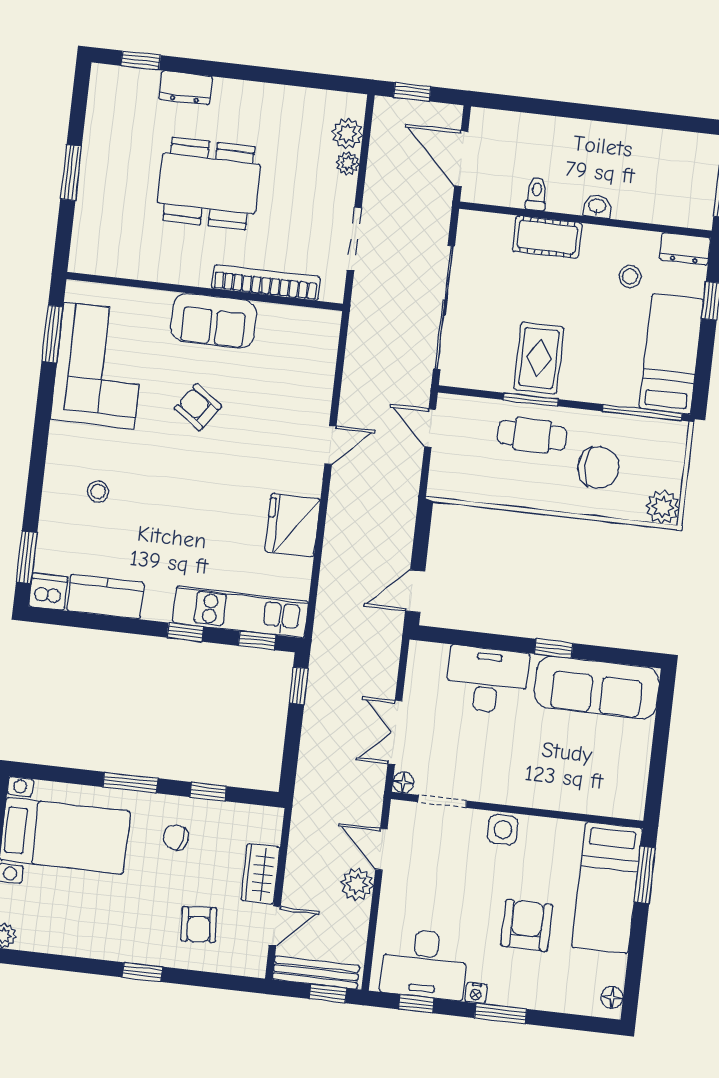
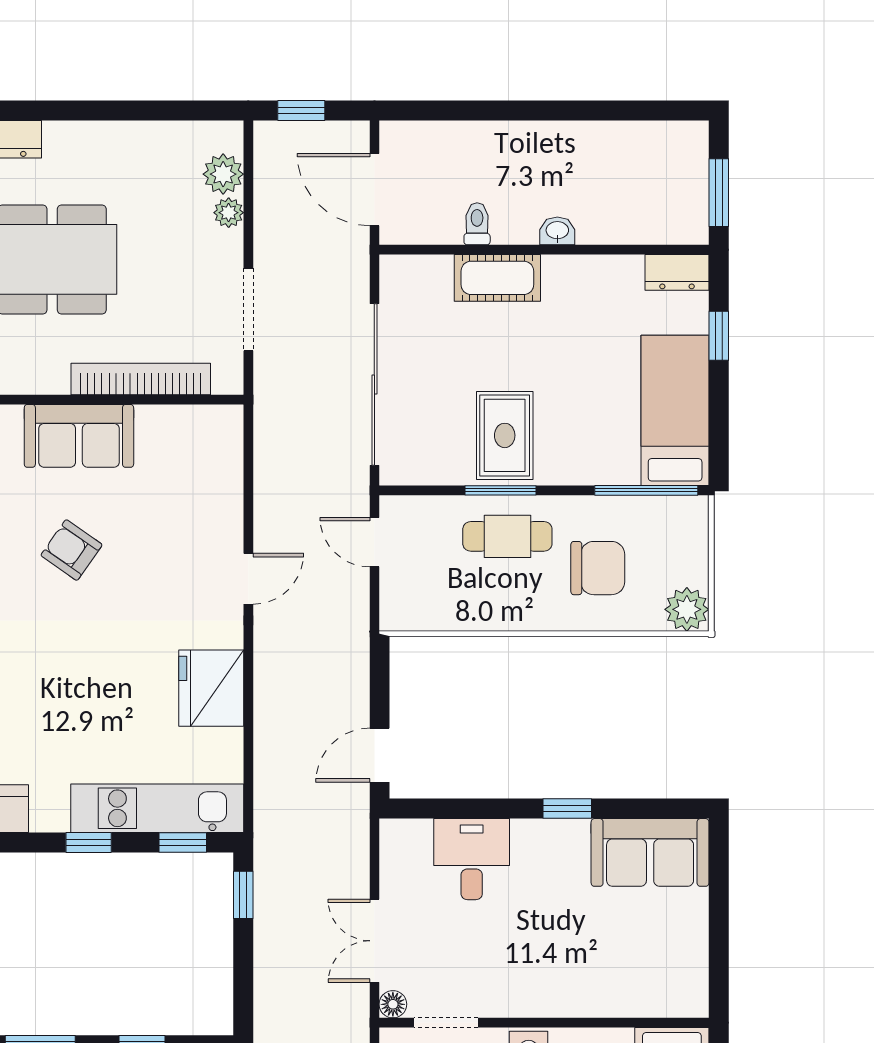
stool: (630, 277) -> (610, 317), removed
desk: (487, 680) -> (472, 859), width x0.73
sofa: (597, 687) -> (650, 852), width x0.73

